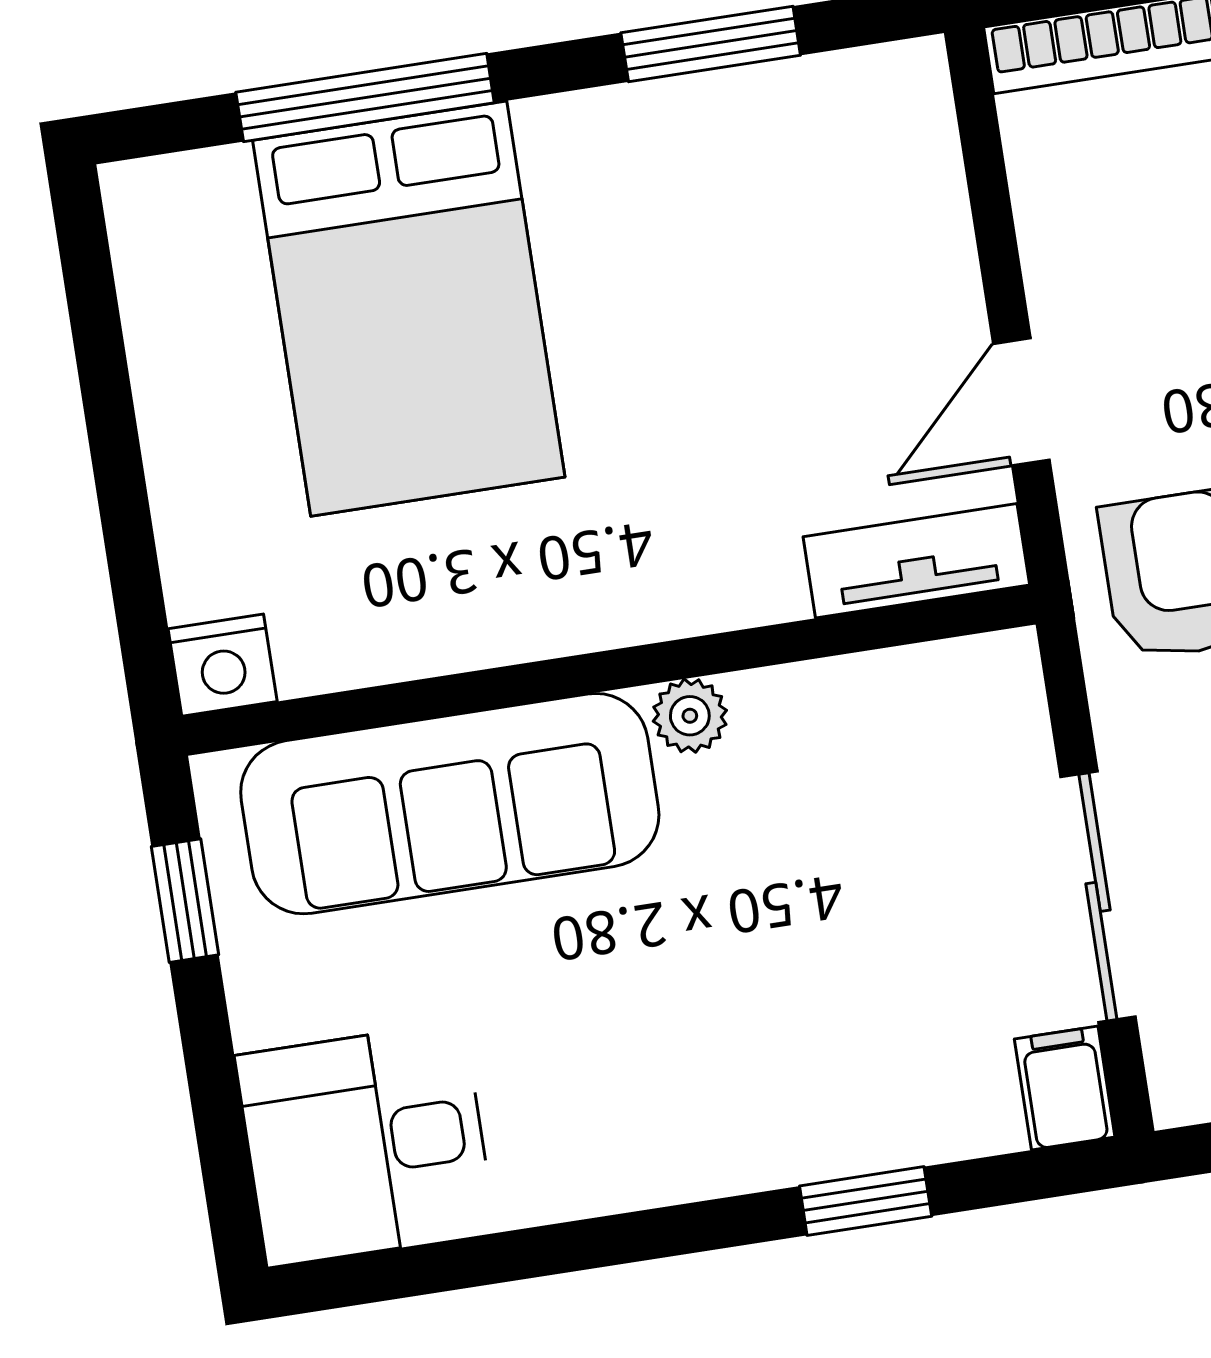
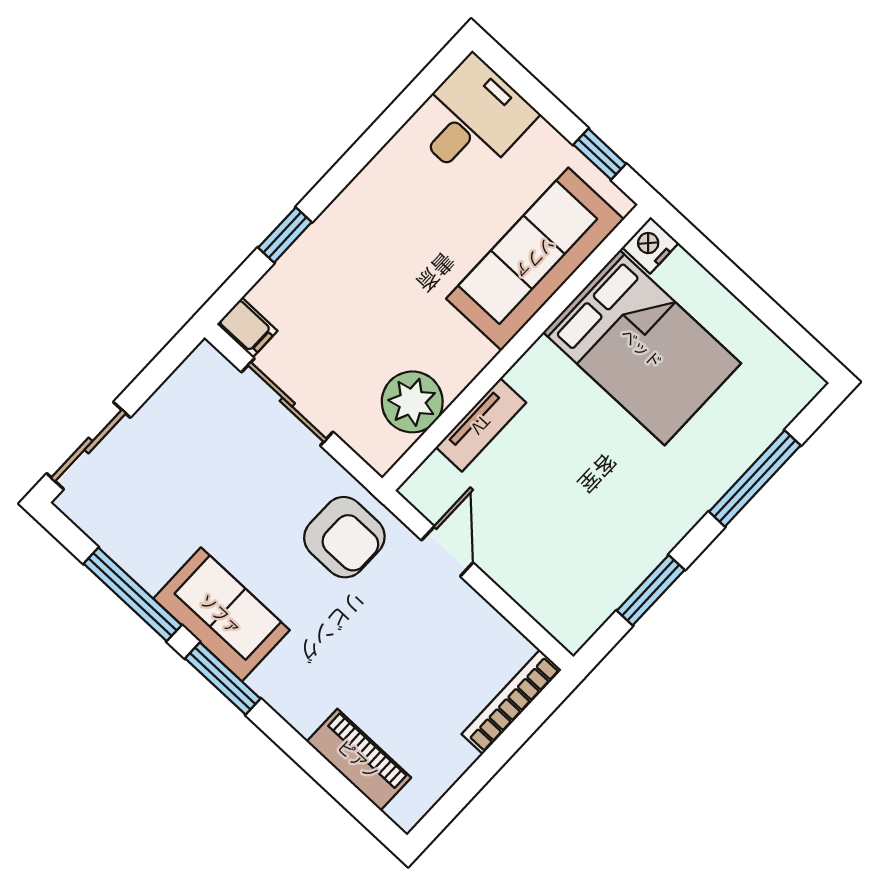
bed: (409, 309) -> (642, 348), moved, turned 180
tv unit: (916, 561) -> (481, 425), moved
plant: (690, 716) -> (412, 402), moved, width x1.88, depth x1.88

